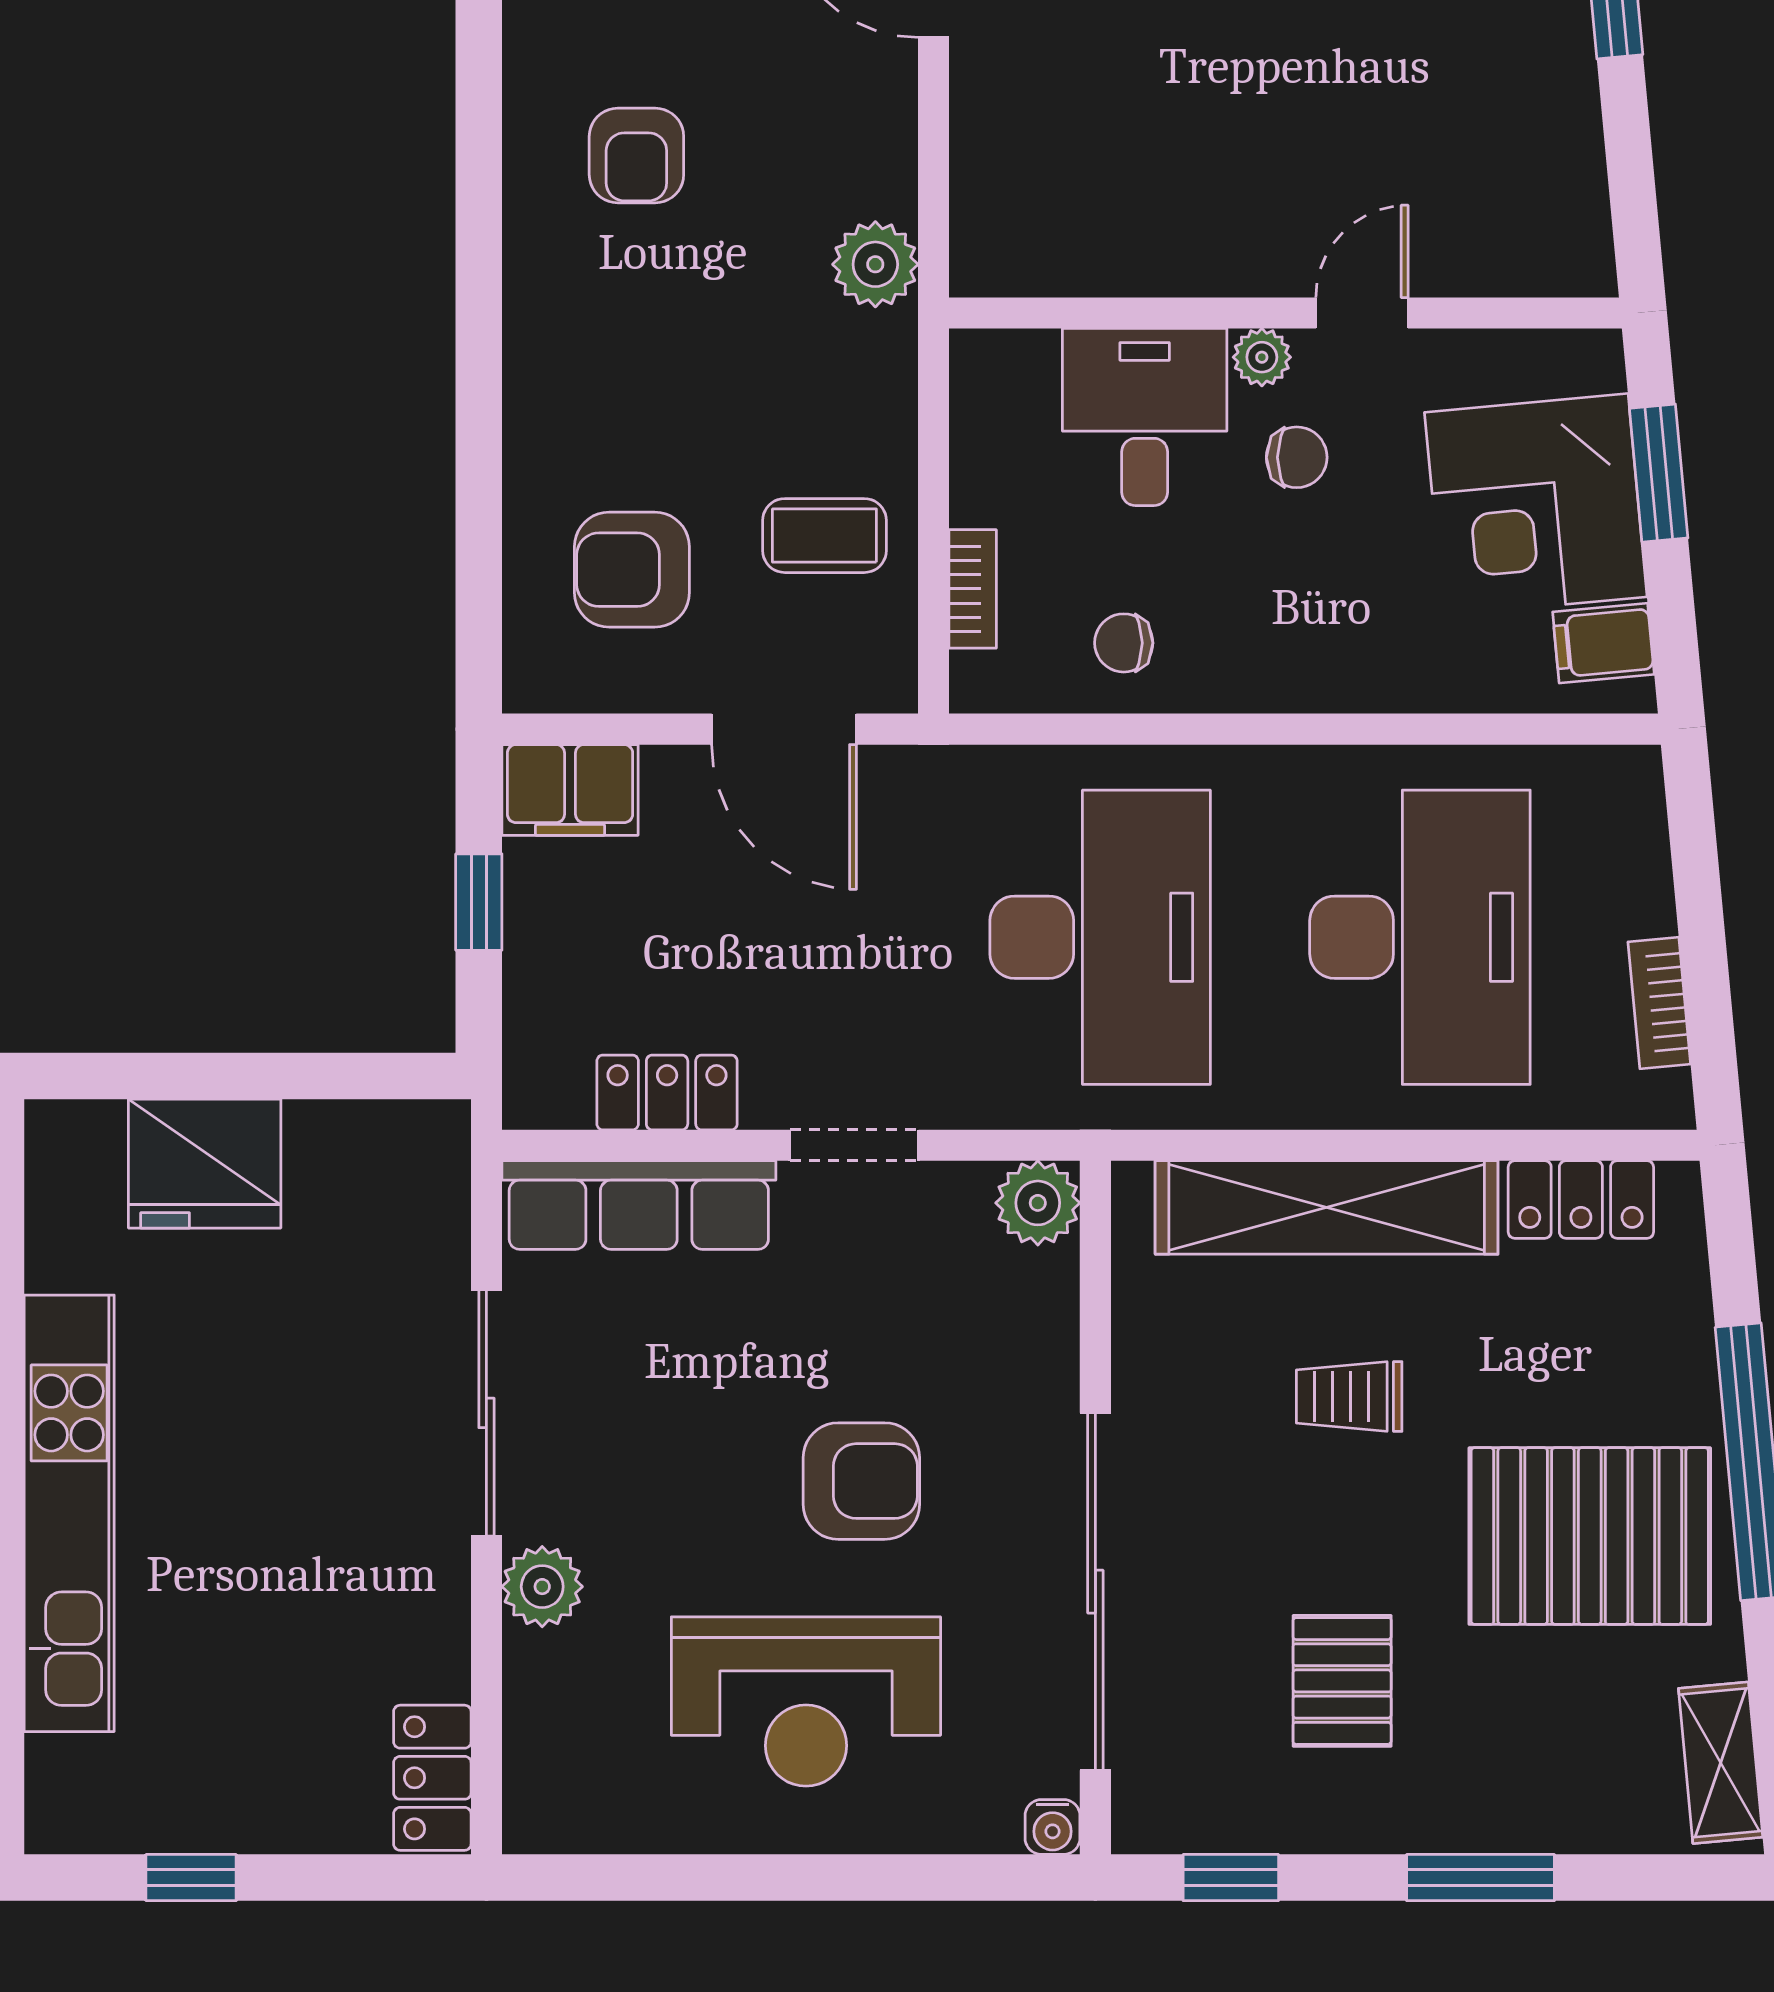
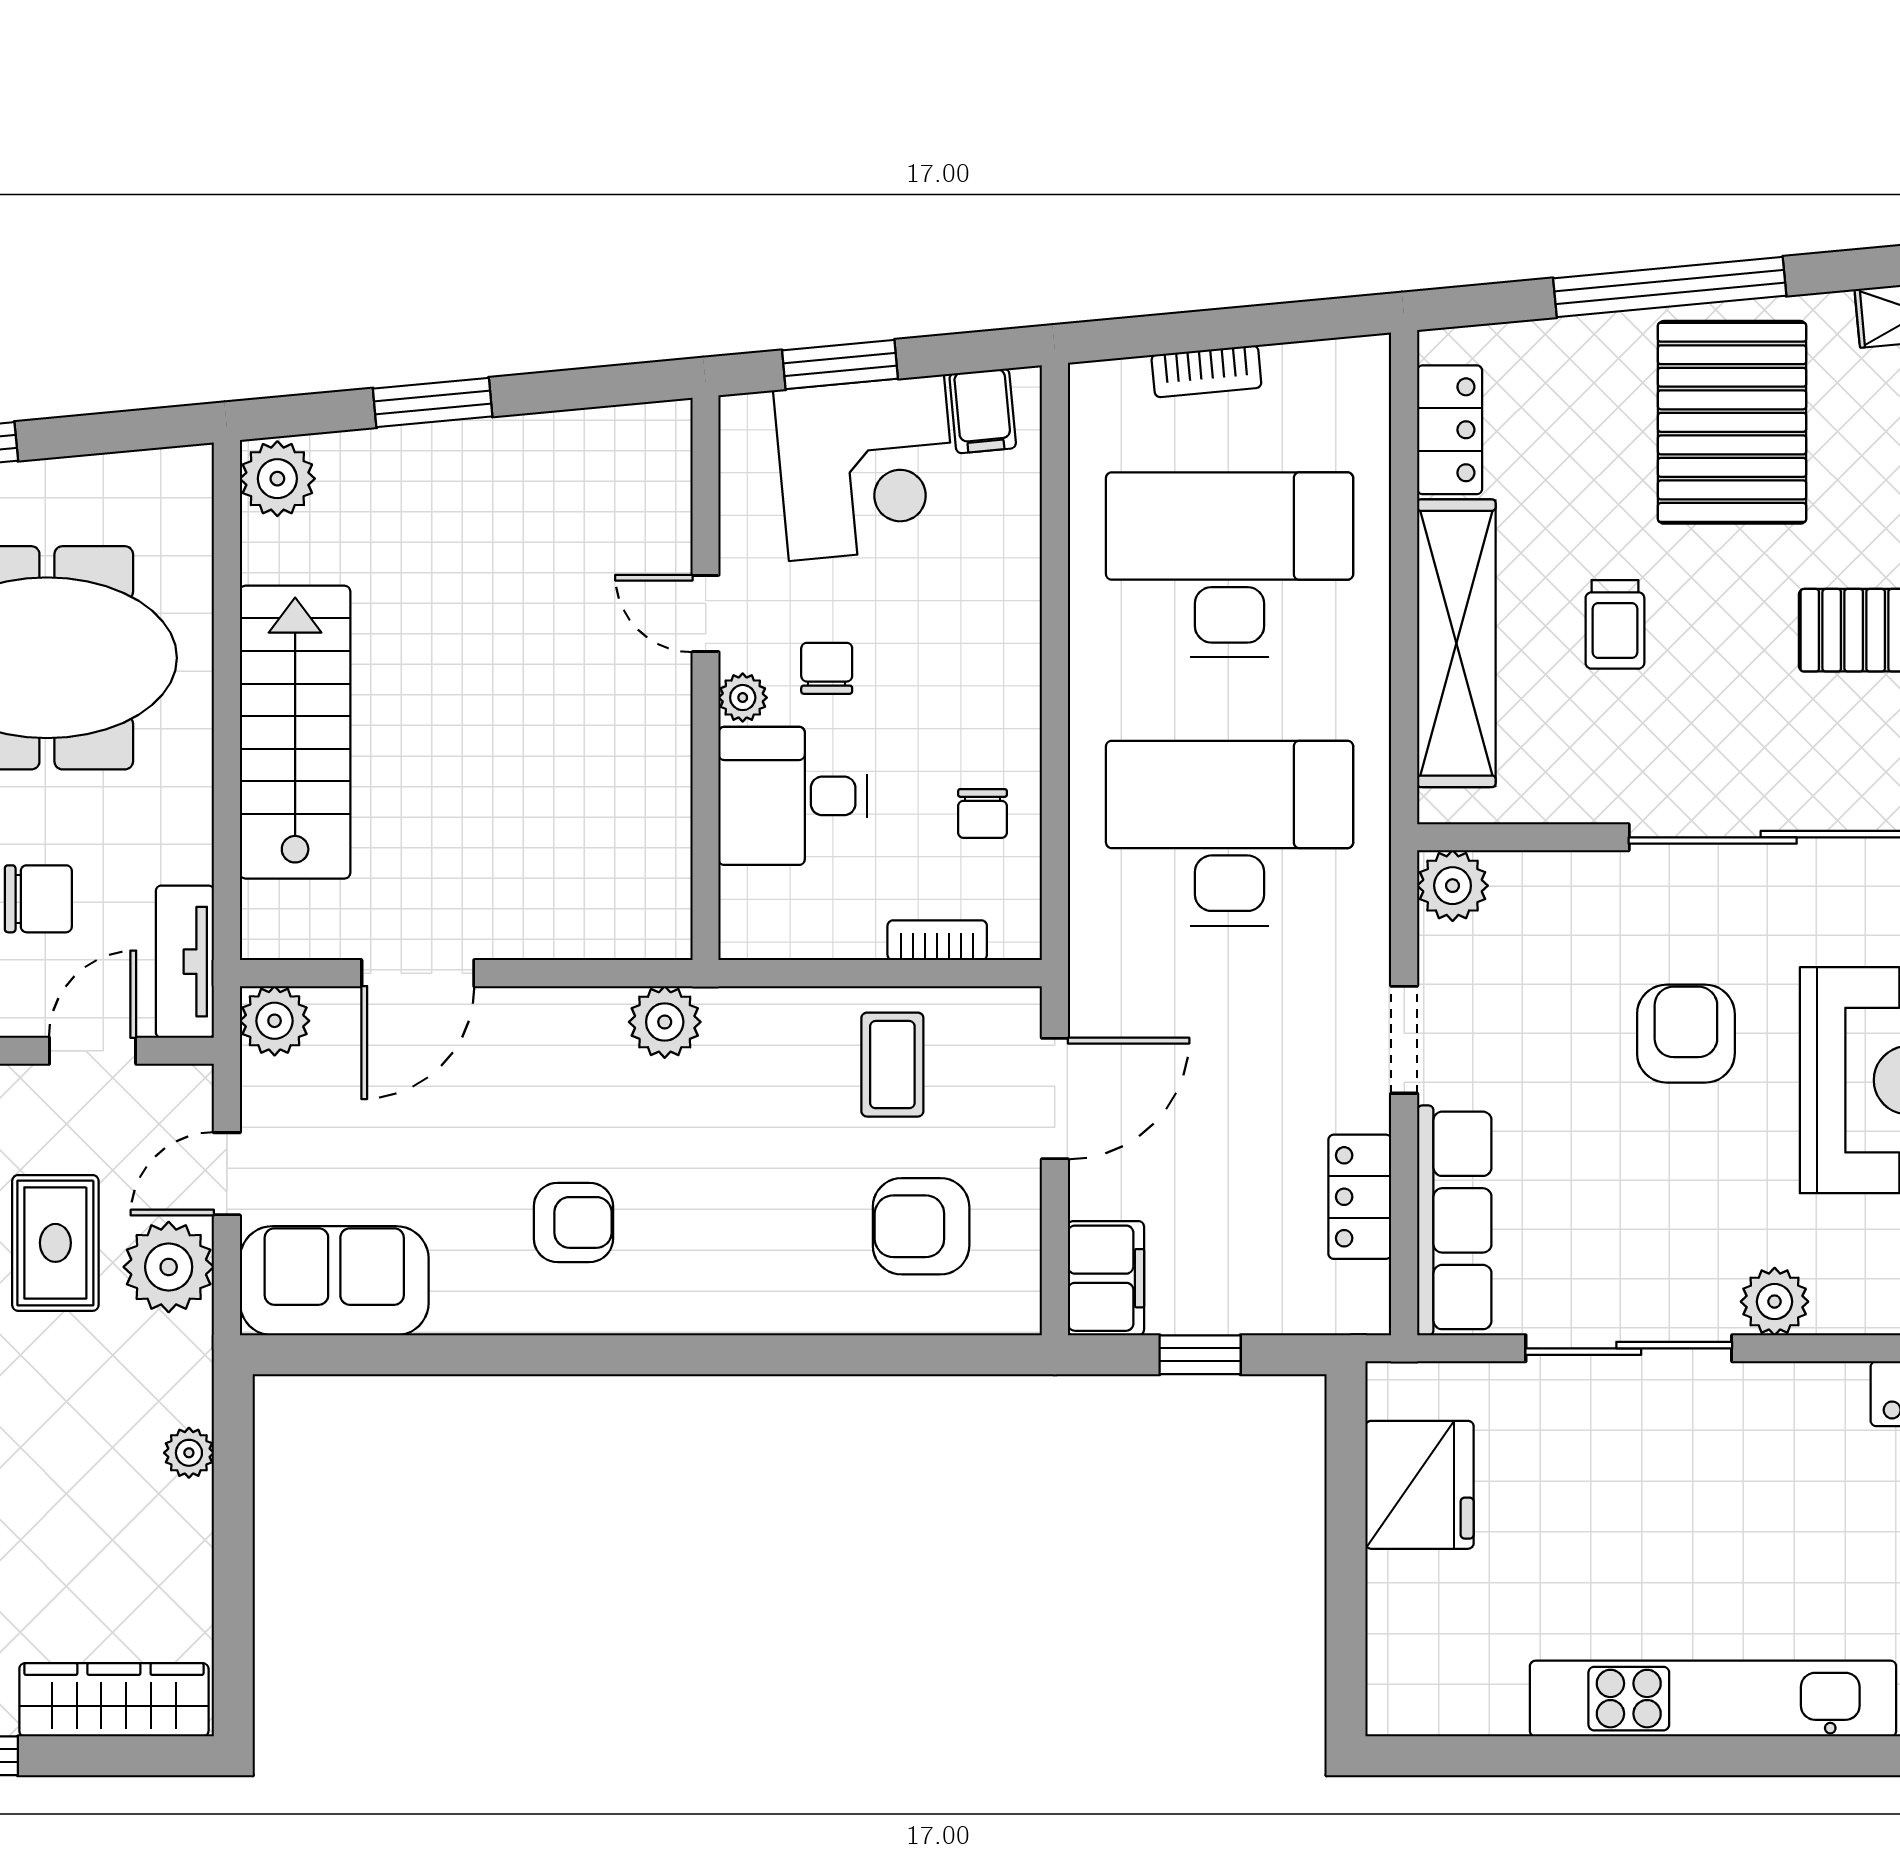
armchair: (632, 570) -> (921, 1226), turned 90
bookcase: (1659, 1003) -> (1206, 371), moved
fridge: (205, 1164) -> (1420, 1485), moved

